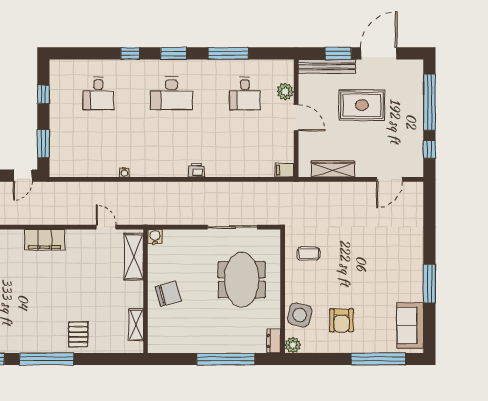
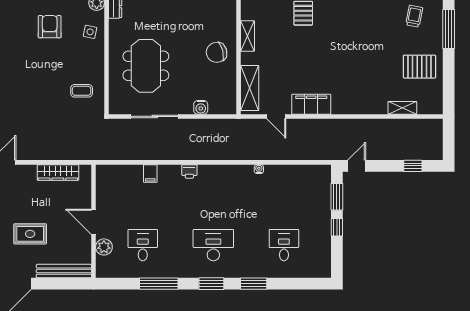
window: (130, 53) -> (254, 284), width x1.50
window: (338, 53) -> (53, 284), removed
window: (43, 94) -> (337, 227), moved
rug: (362, 105) -> (30, 234), width x0.73, depth x0.70
filing cabinet: (285, 170) -> (150, 173), moved, turned 90
water cooler: (155, 237) -> (201, 107), moved
filing cabinet: (45, 240) -> (311, 104), moved
side table: (300, 315) -> (90, 32), width x0.54, depth x0.54
shelving: (136, 325) -> (248, 36), moved

